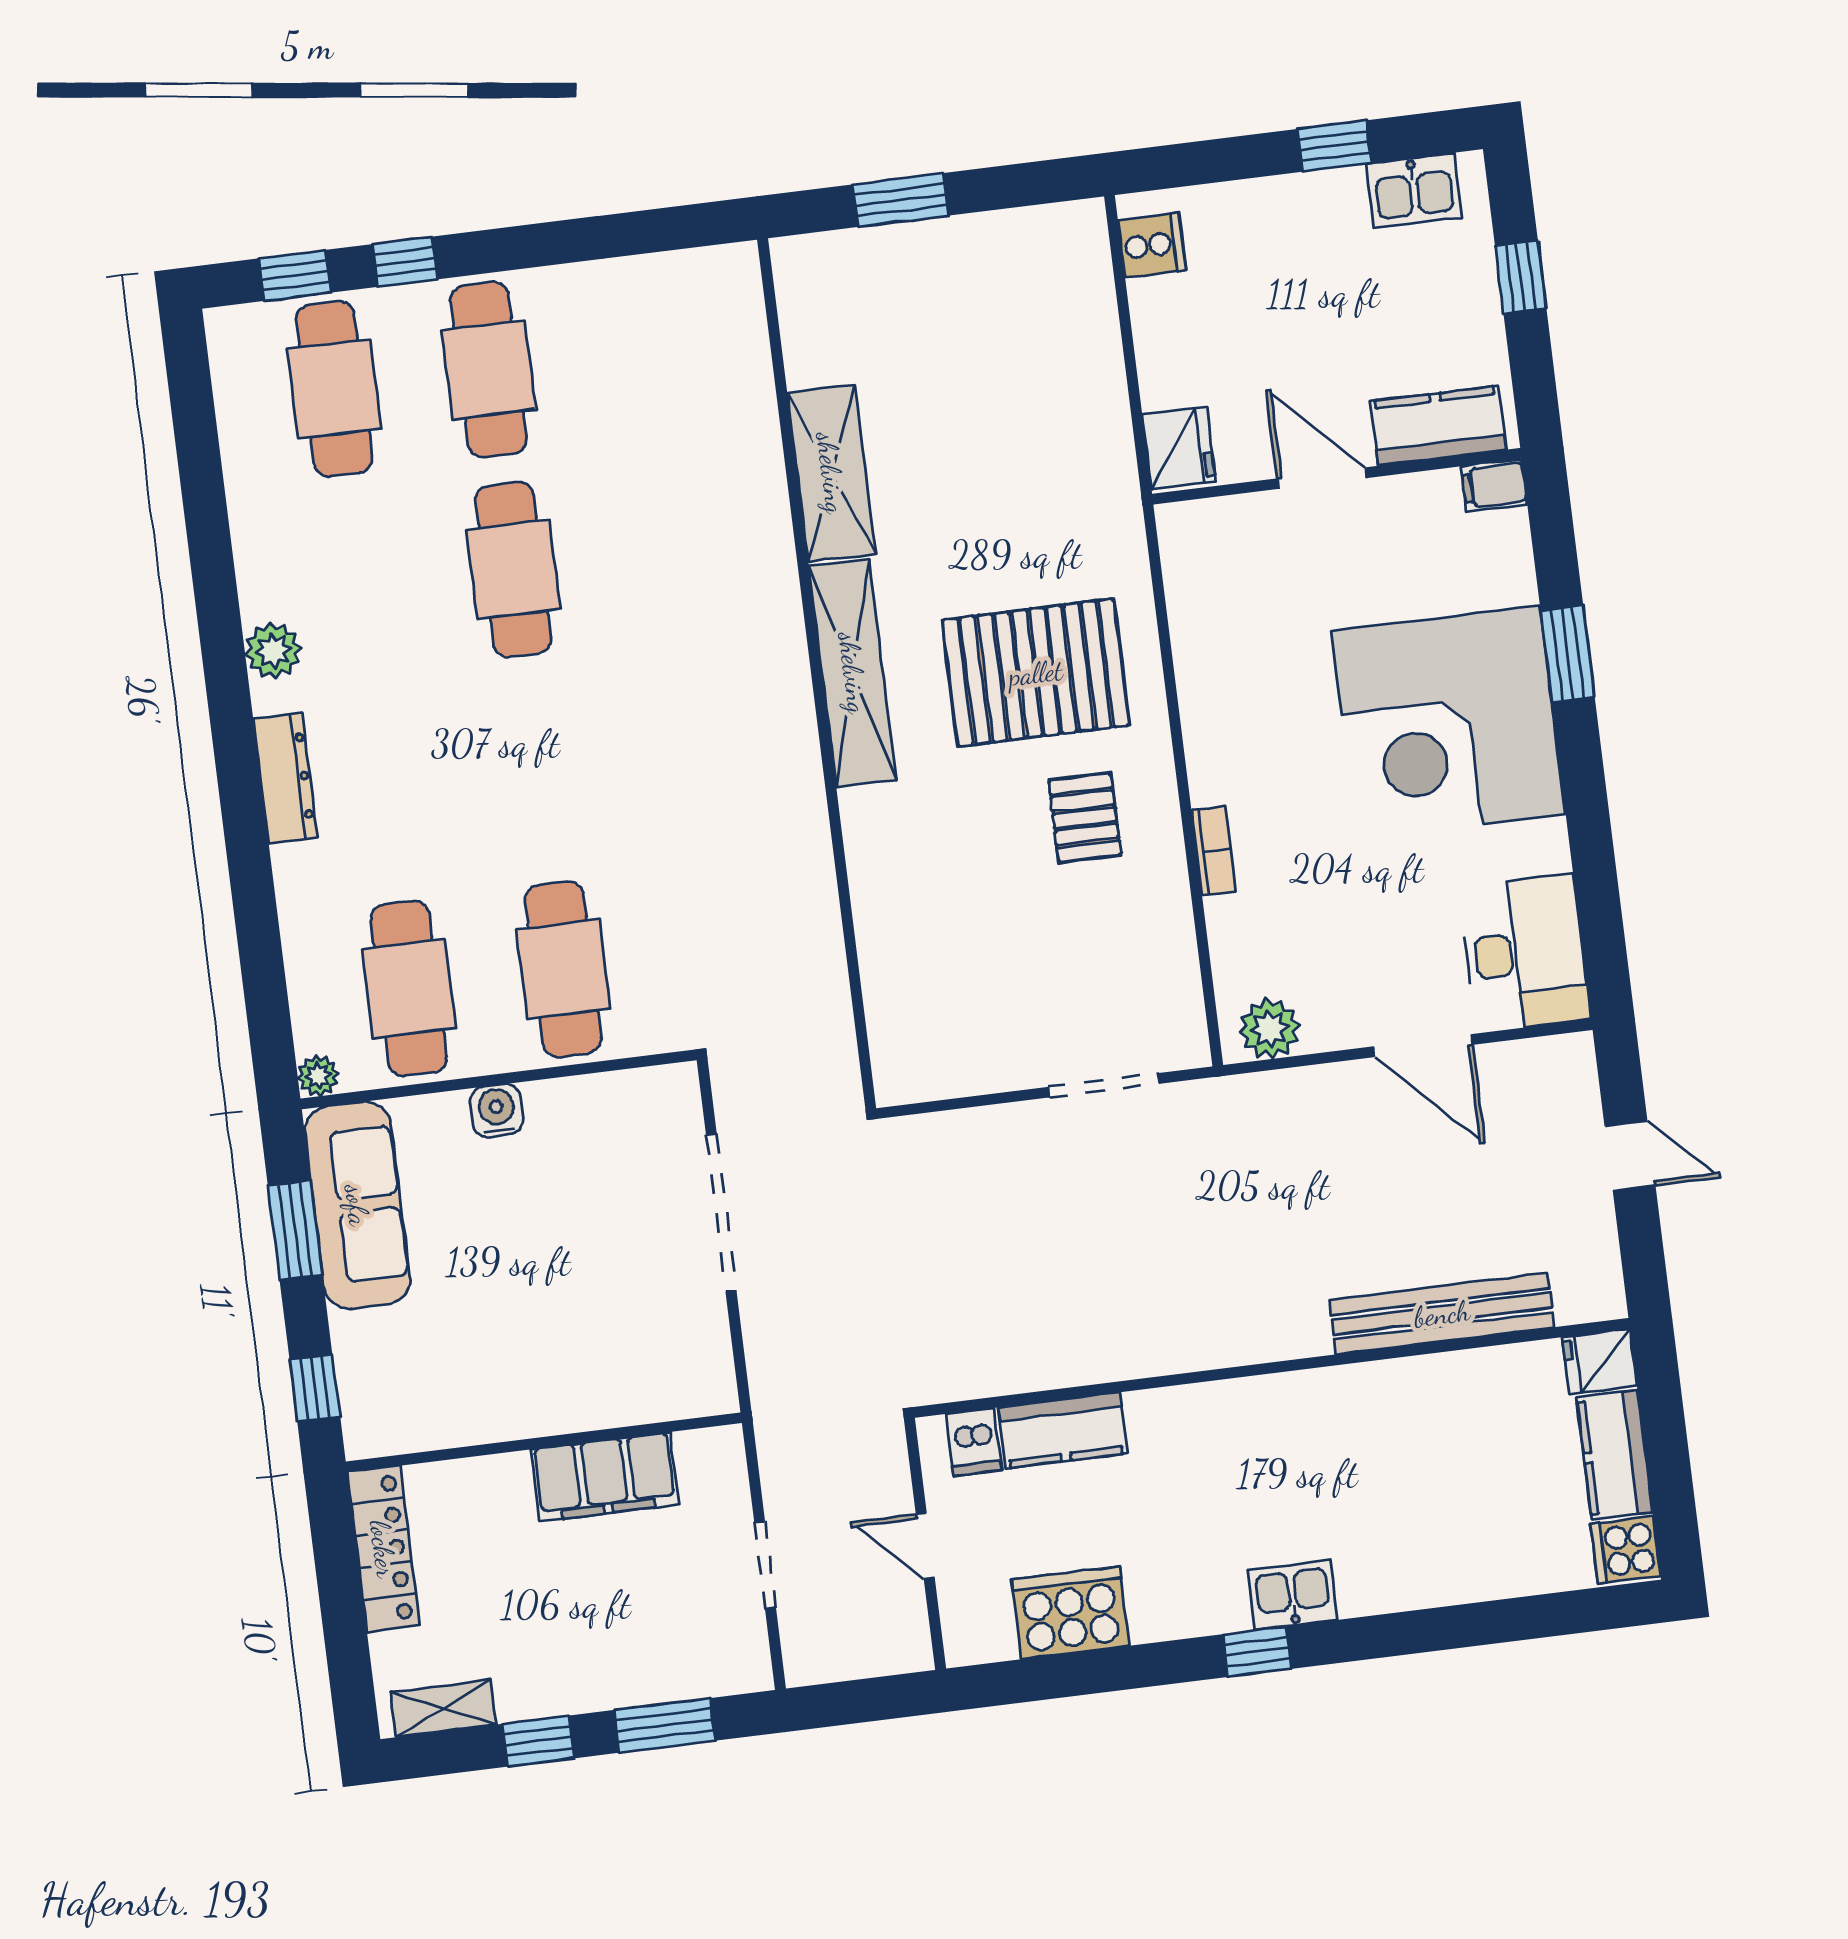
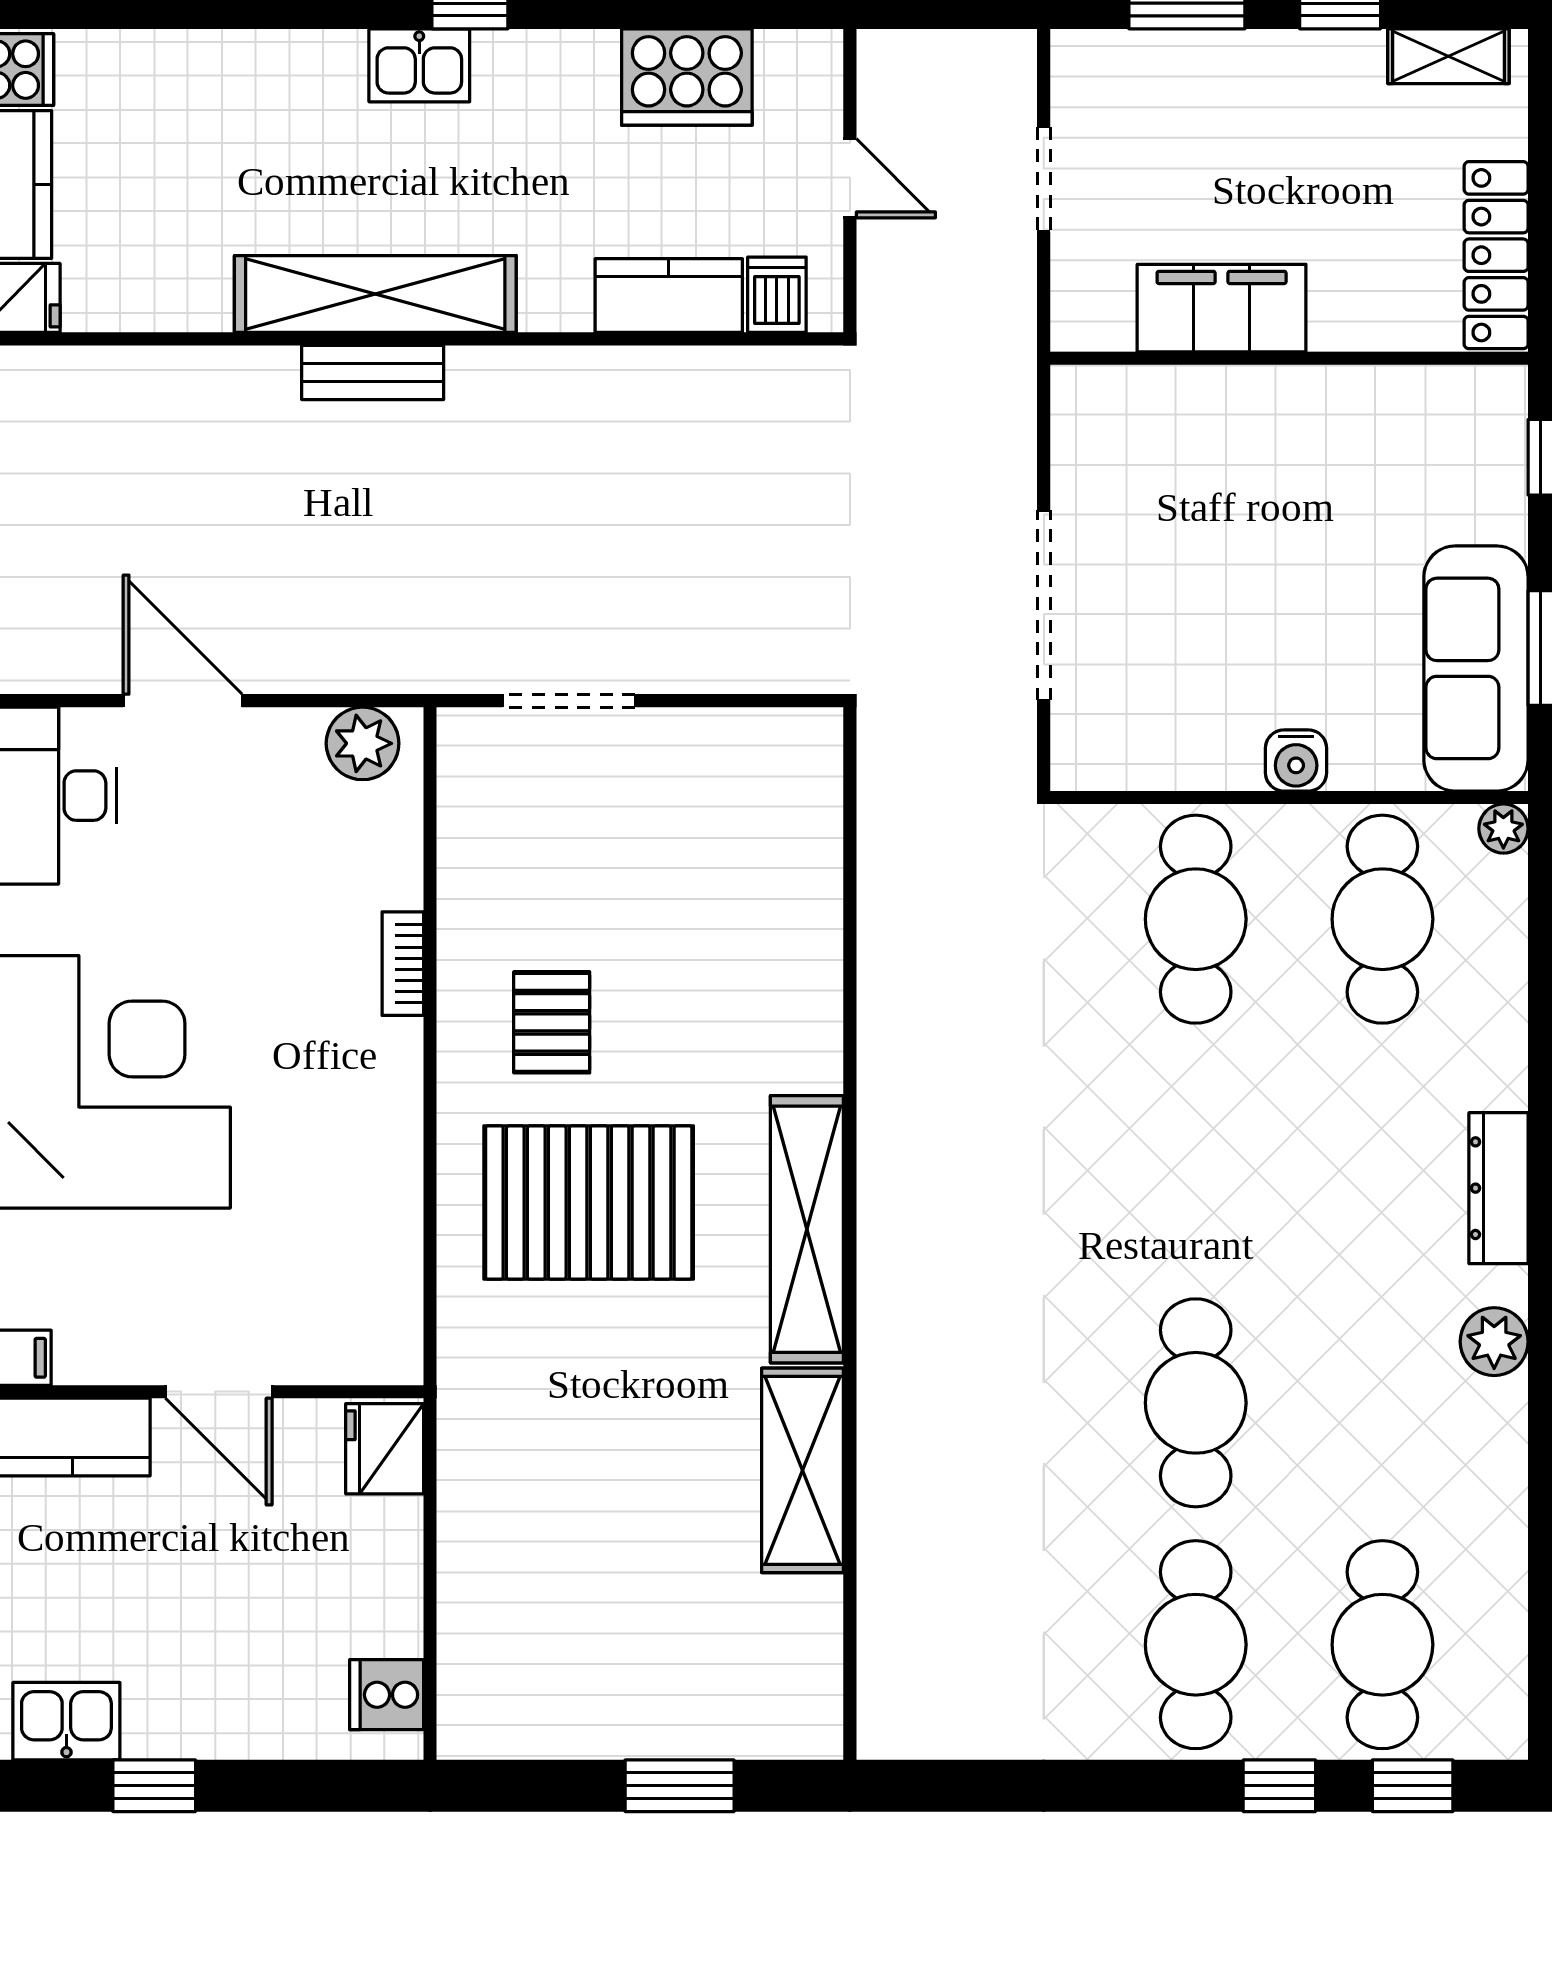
bench: (1442, 1314) -> (373, 372), moved, width x0.54, depth x0.82
shelving: (1305, 1401) -> (375, 294), added

